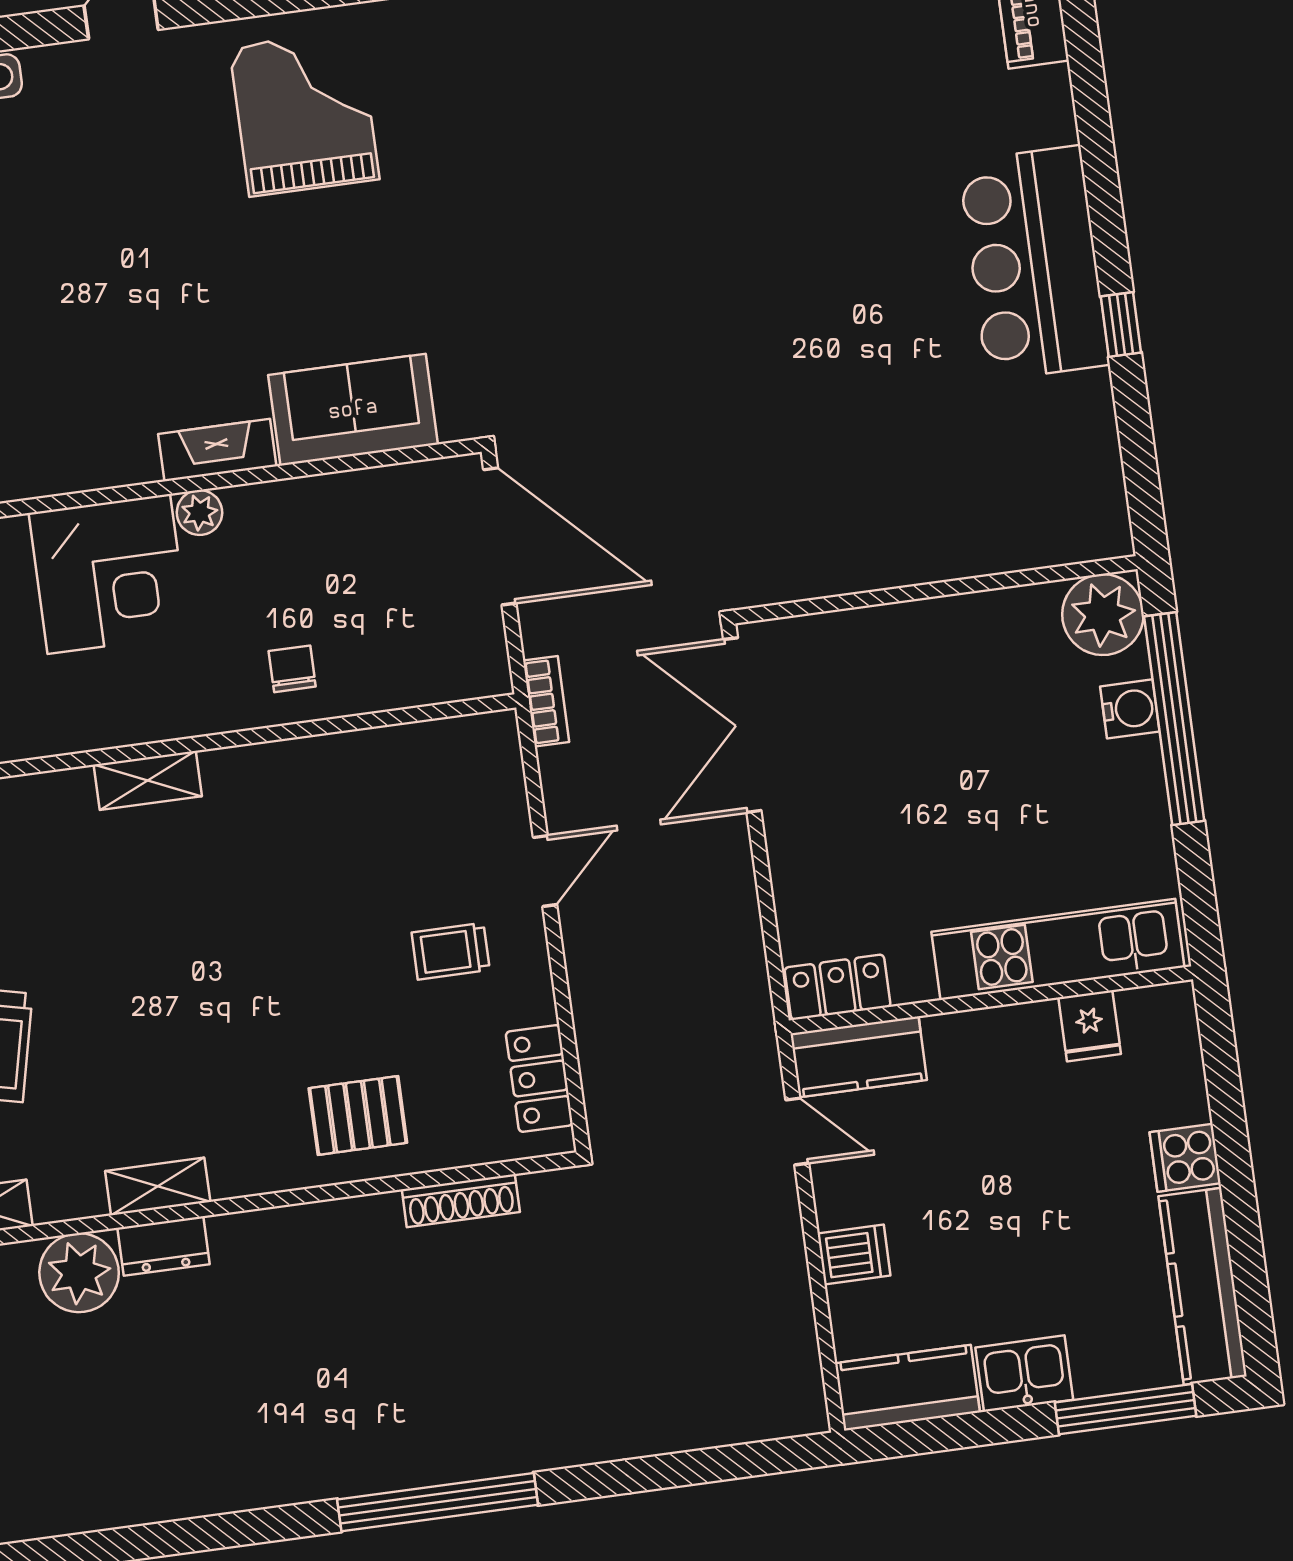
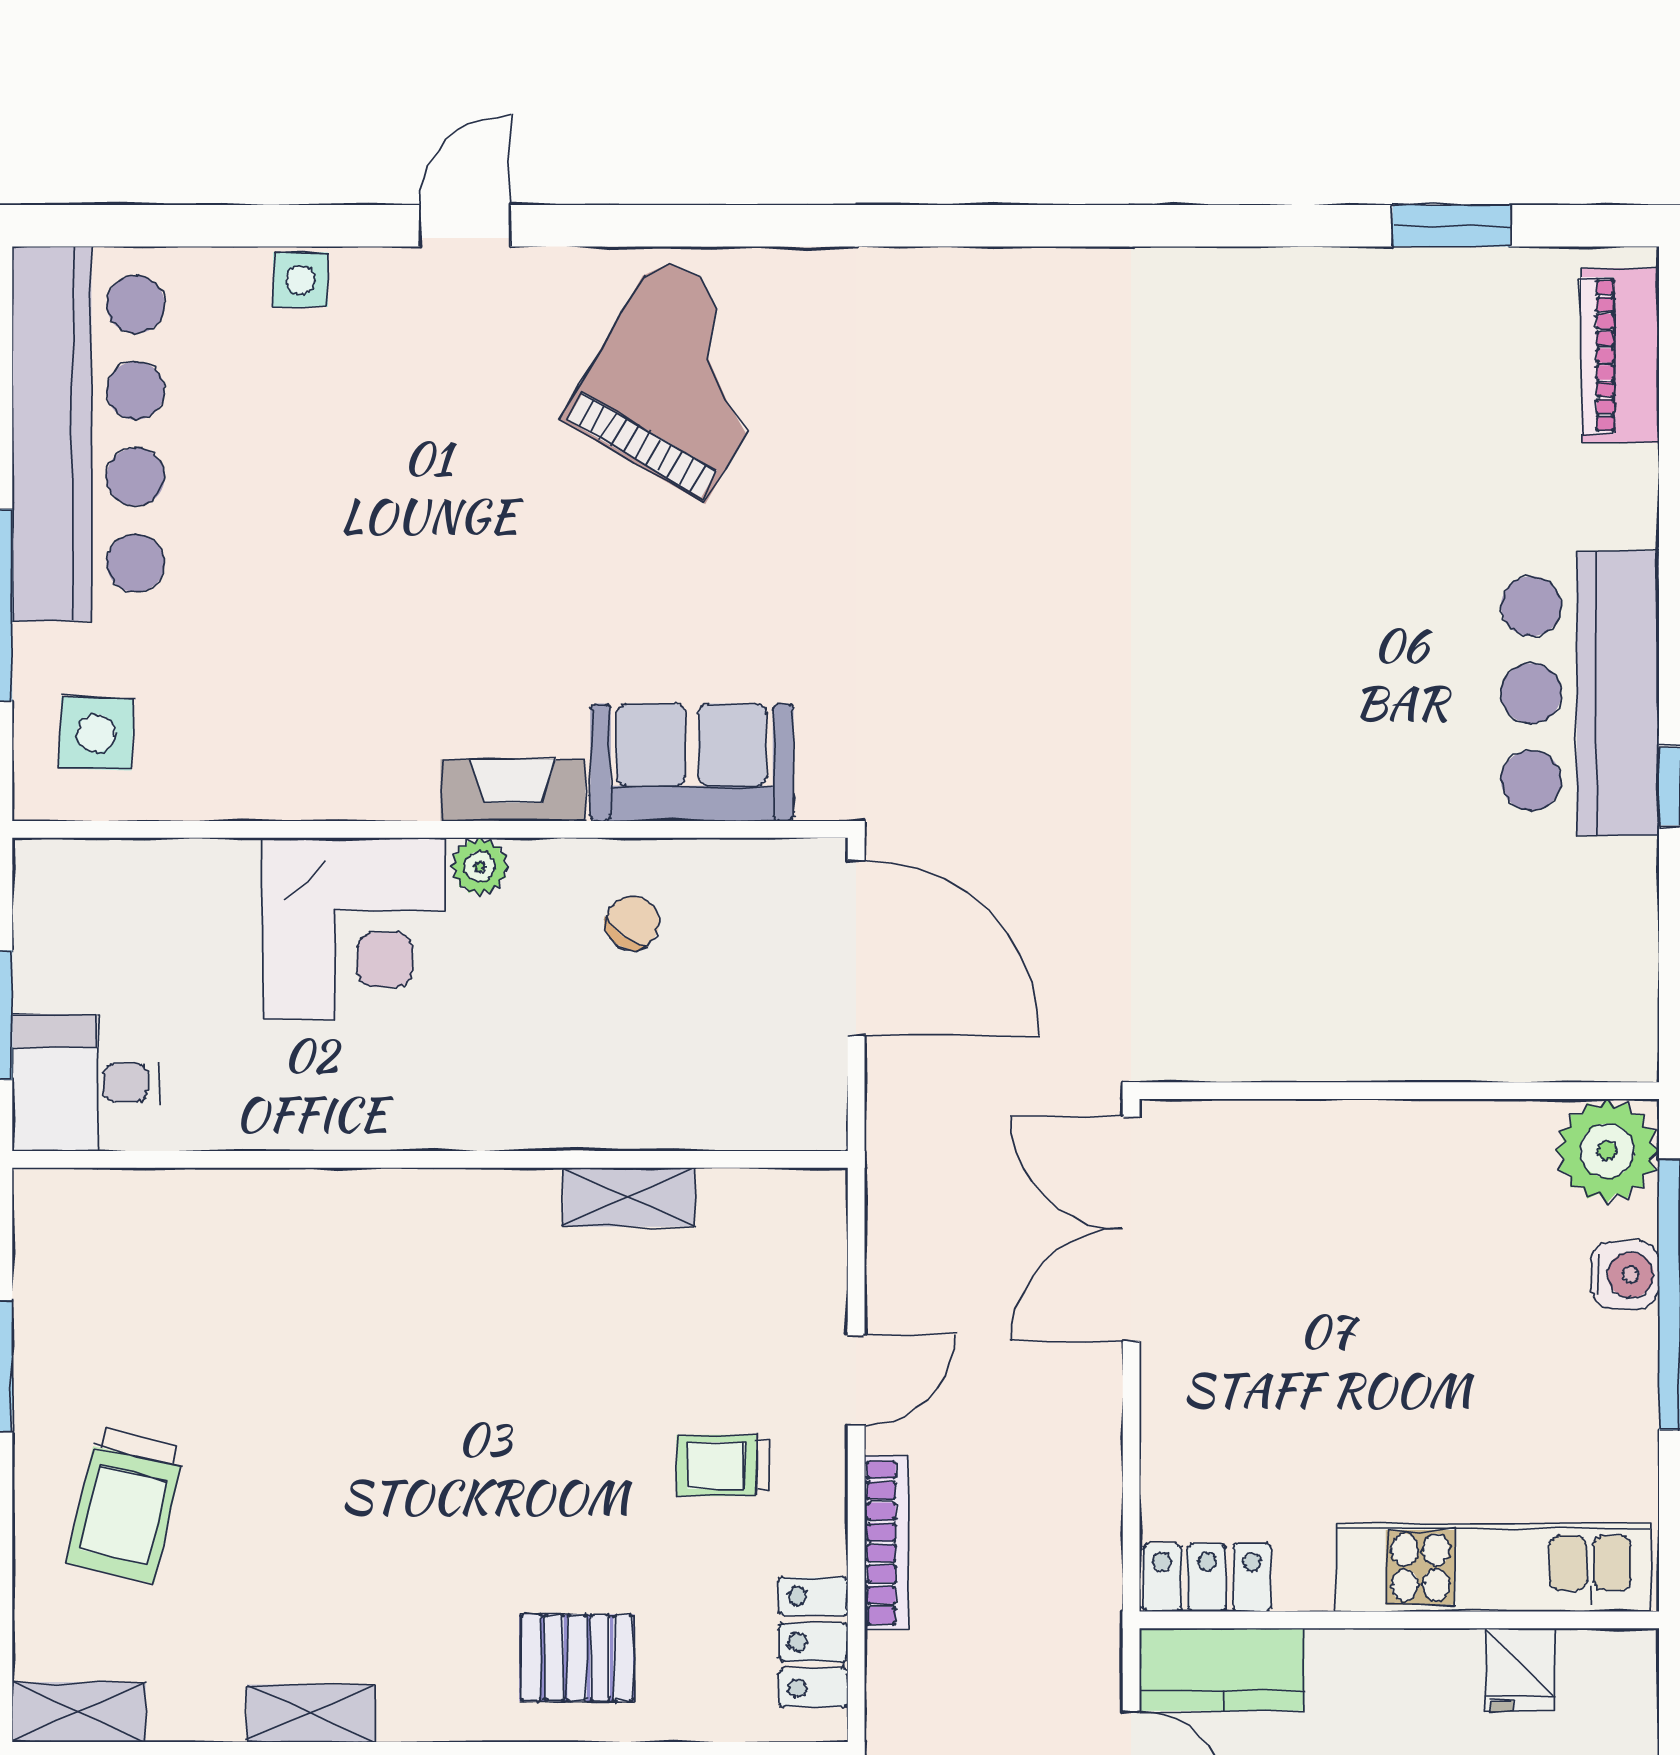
grand piano: (304, 113) -> (681, 378), turned 30
chair: (292, 669) -> (632, 923), moved, turned 35
bookcase: (546, 701) -> (887, 1543), moved, width x1.56
shelving: (148, 780) -> (629, 1197), moved

